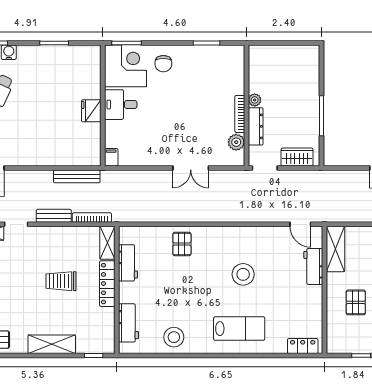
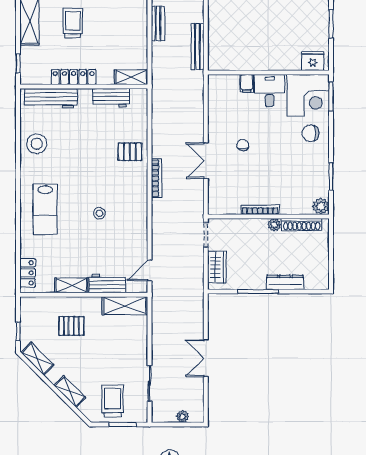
shoe rack: (254, 72) -> (302, 224), added
fridge: (91, 111) -> (313, 61), moved
dresser: (256, 126) -> (285, 282), moved, turned 180
chair: (175, 131) -> (243, 145), added
plant: (236, 142) -> (321, 206), moved
filing cabinet: (111, 157) -> (247, 83), moved, turned 90
bookcase: (92, 217) -> (156, 178), moved
stool: (243, 274) -> (99, 213), width x0.53, depth x0.53
trolley: (61, 281) -> (73, 23), moved
locker: (107, 284) -> (74, 77), moved
shelving: (315, 302) -> (71, 285), added
workbench: (128, 323) -> (51, 98), width x1.37

